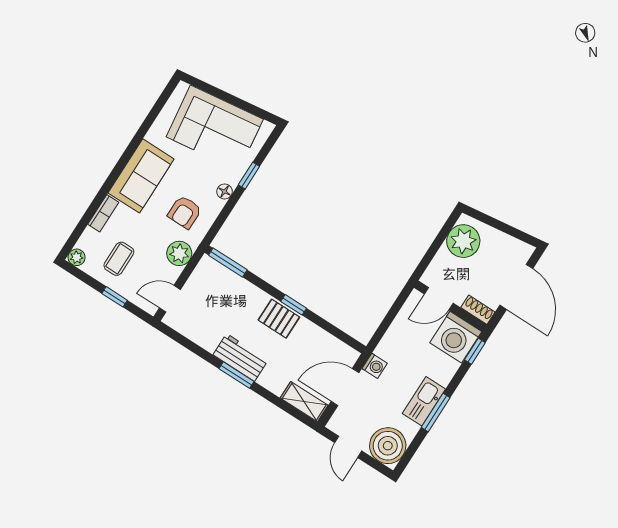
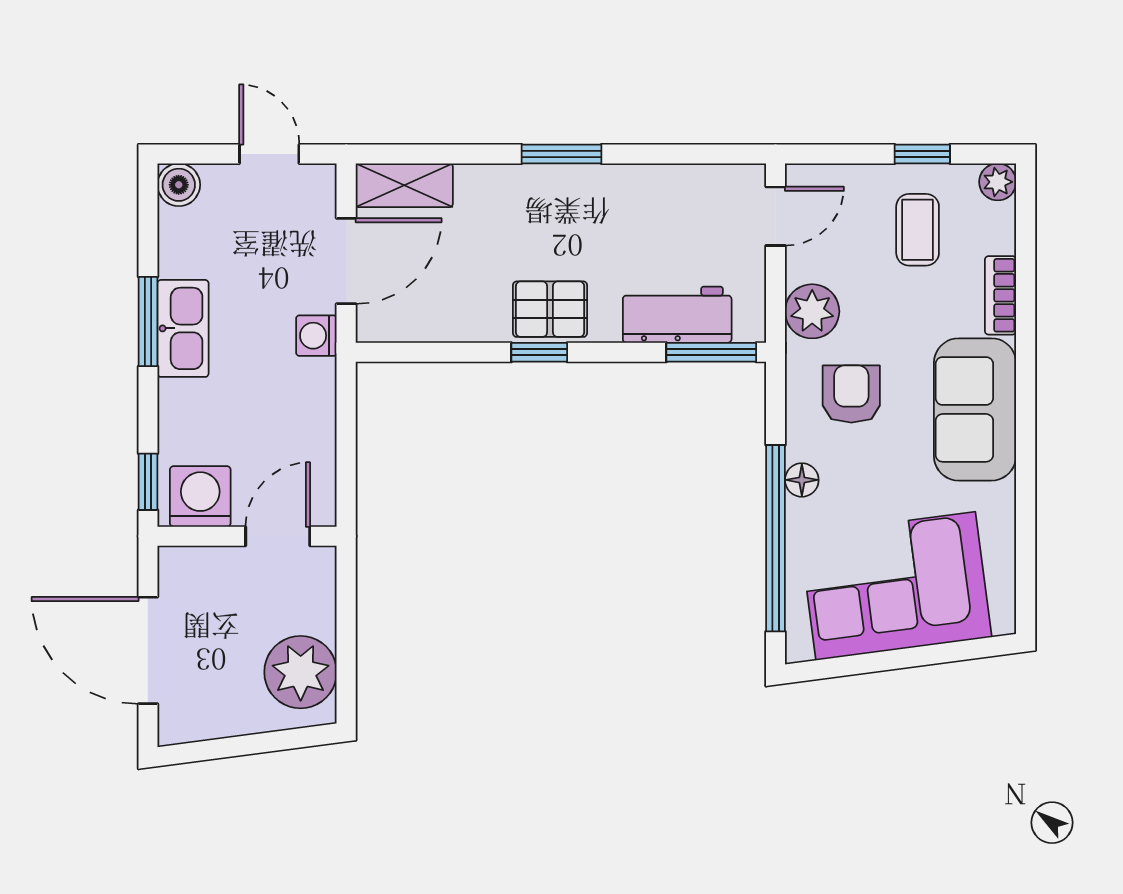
window: (249, 176) -> (776, 538), width x3.17
window: (115, 297) -> (922, 154), moved
shoe rack: (478, 310) -> (192, 562), removed
washing machine: (456, 337) -> (200, 496), width x0.73, depth x0.73
workbench: (241, 357) -> (677, 315), moved, turned 180
boiler: (388, 446) -> (179, 185), width x0.54, depth x0.54

